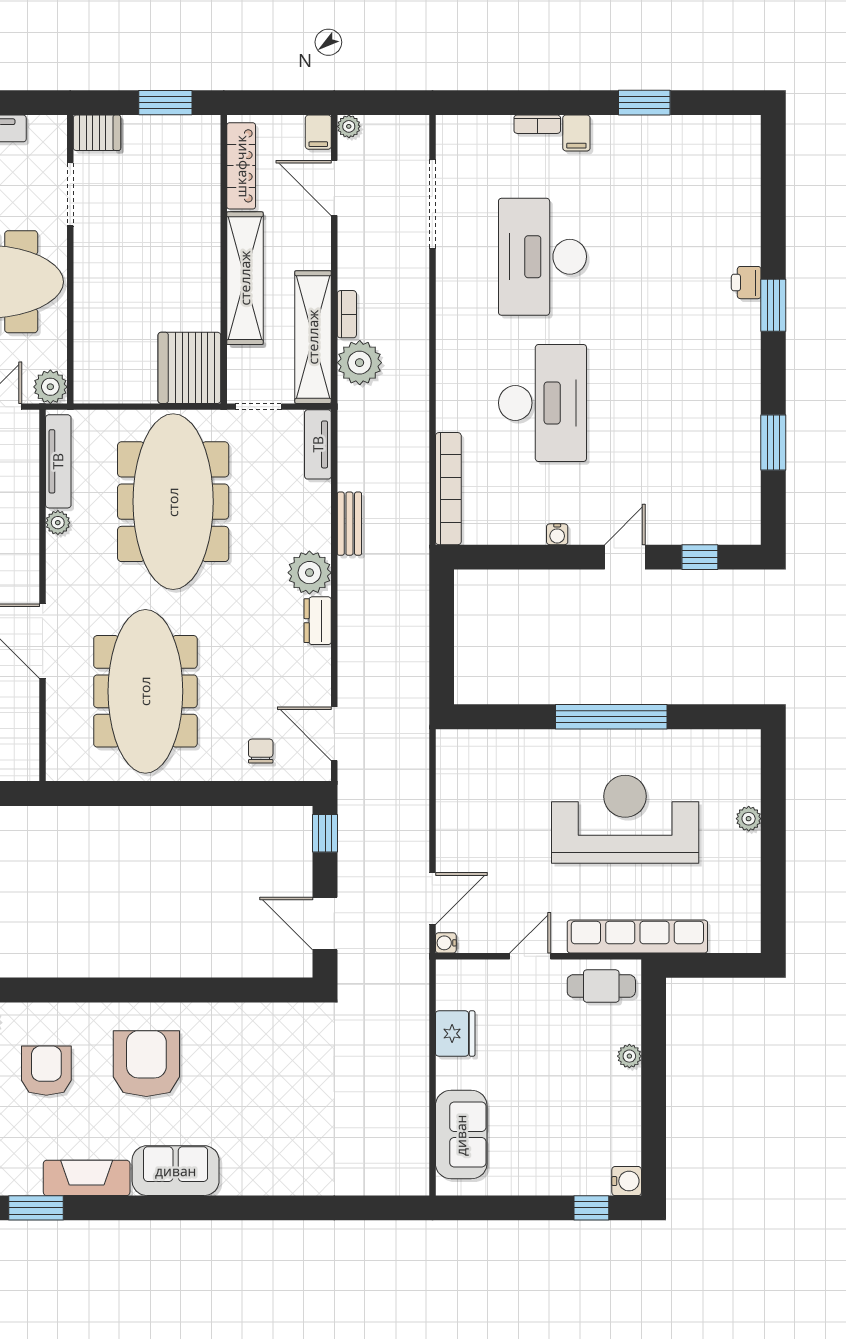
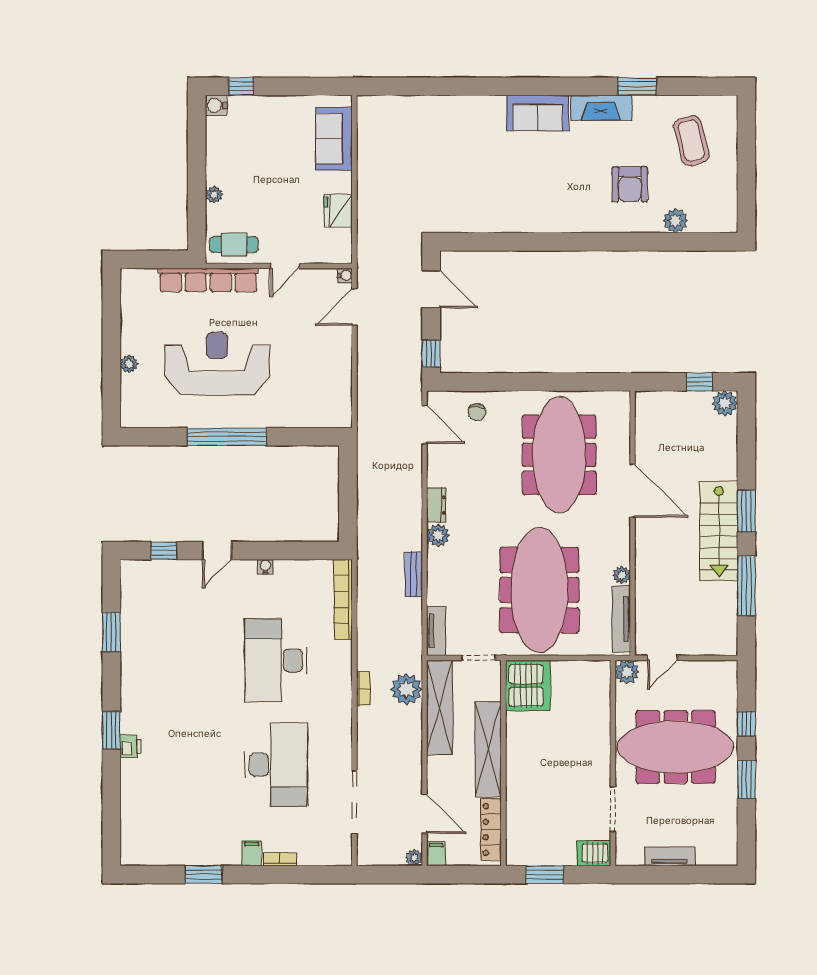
bookcase: (347, 314) -> (363, 689), moved, turned 180
plant: (309, 573) -> (438, 535), width x0.73, depth x0.73
reception desk: (625, 819) -> (217, 364), turned 180
armchair: (146, 1064) -> (558, 189), removed

